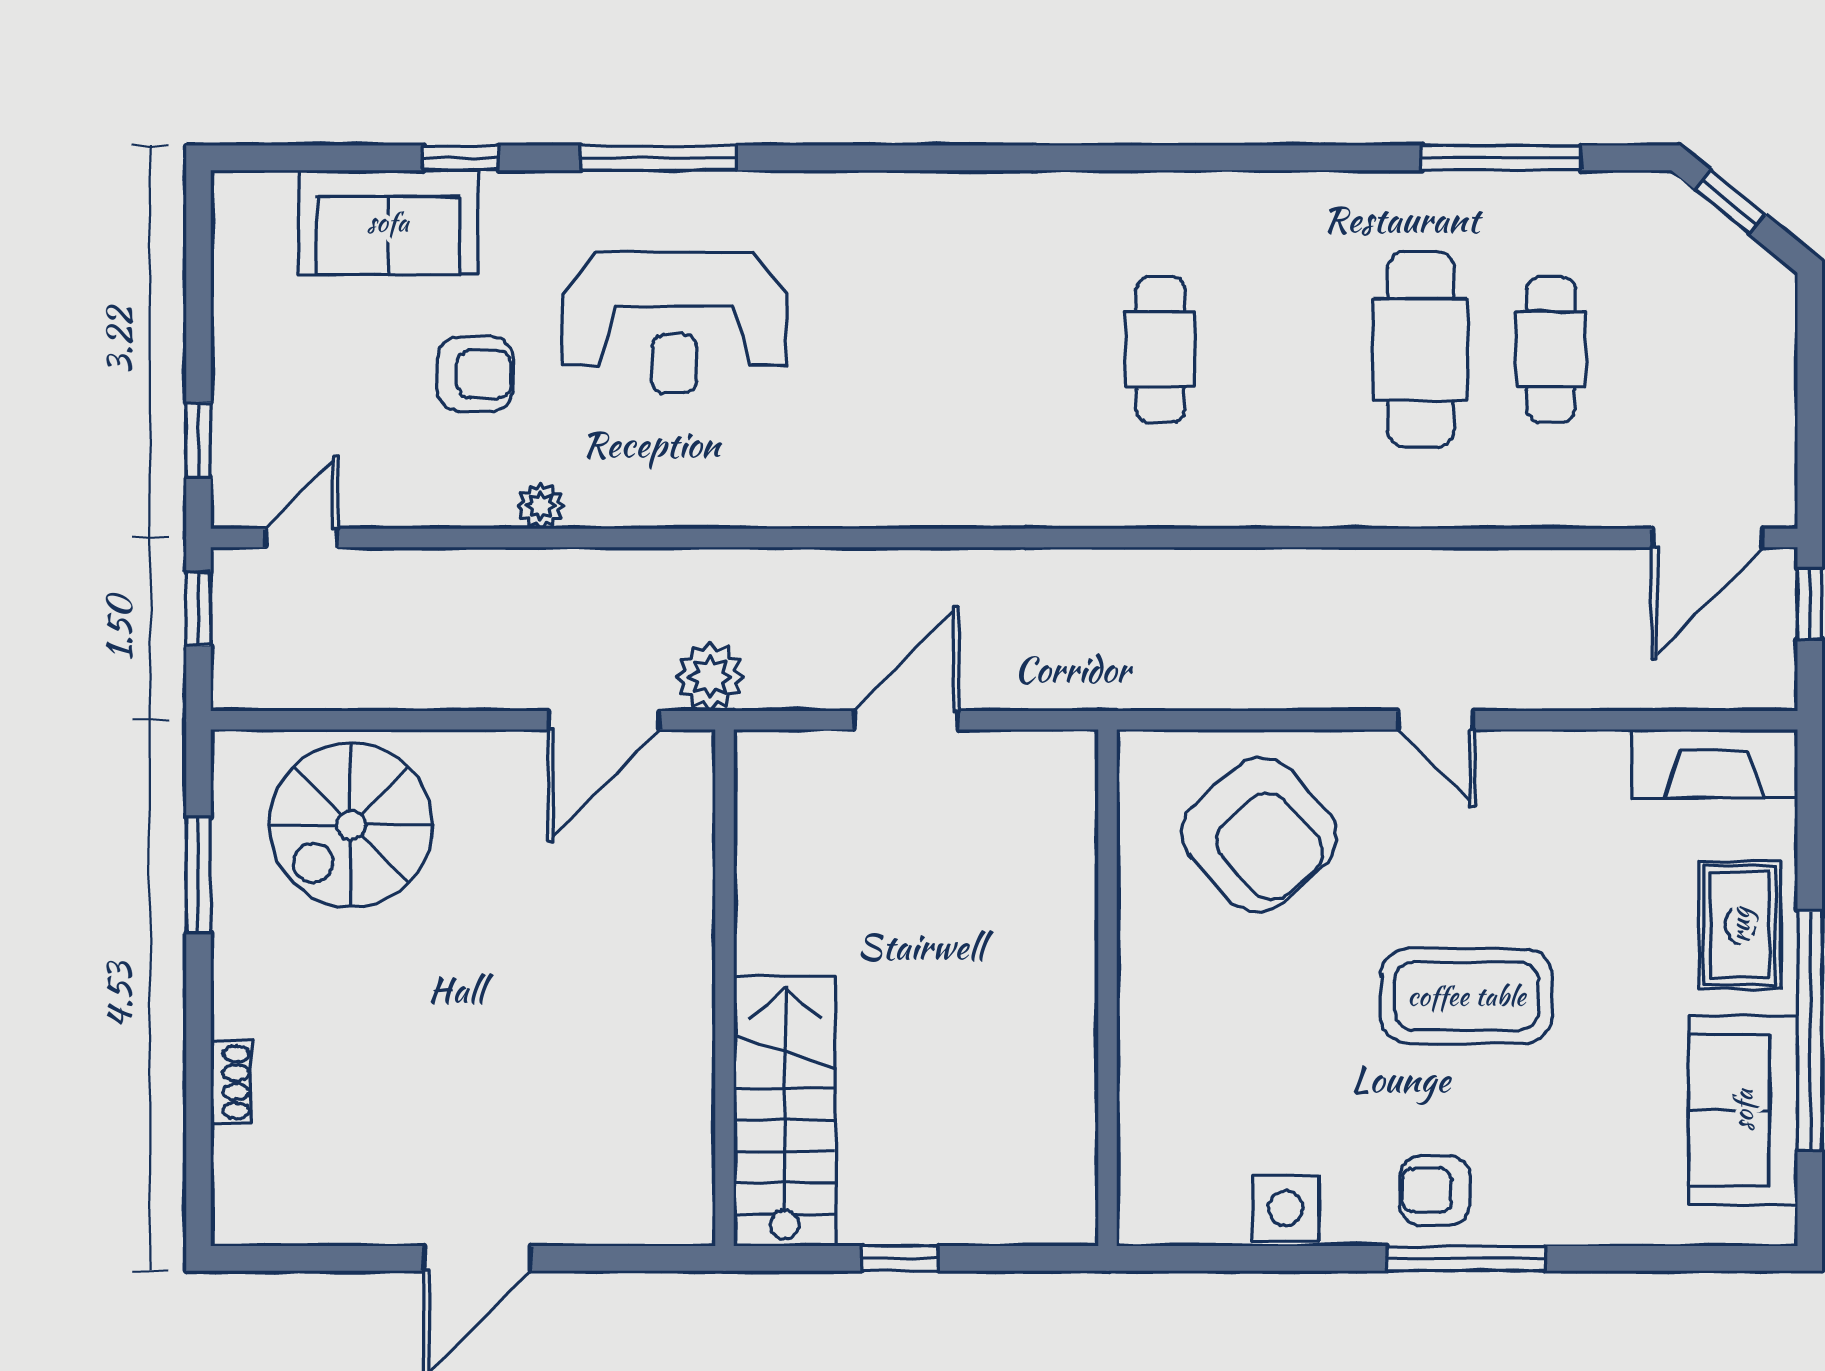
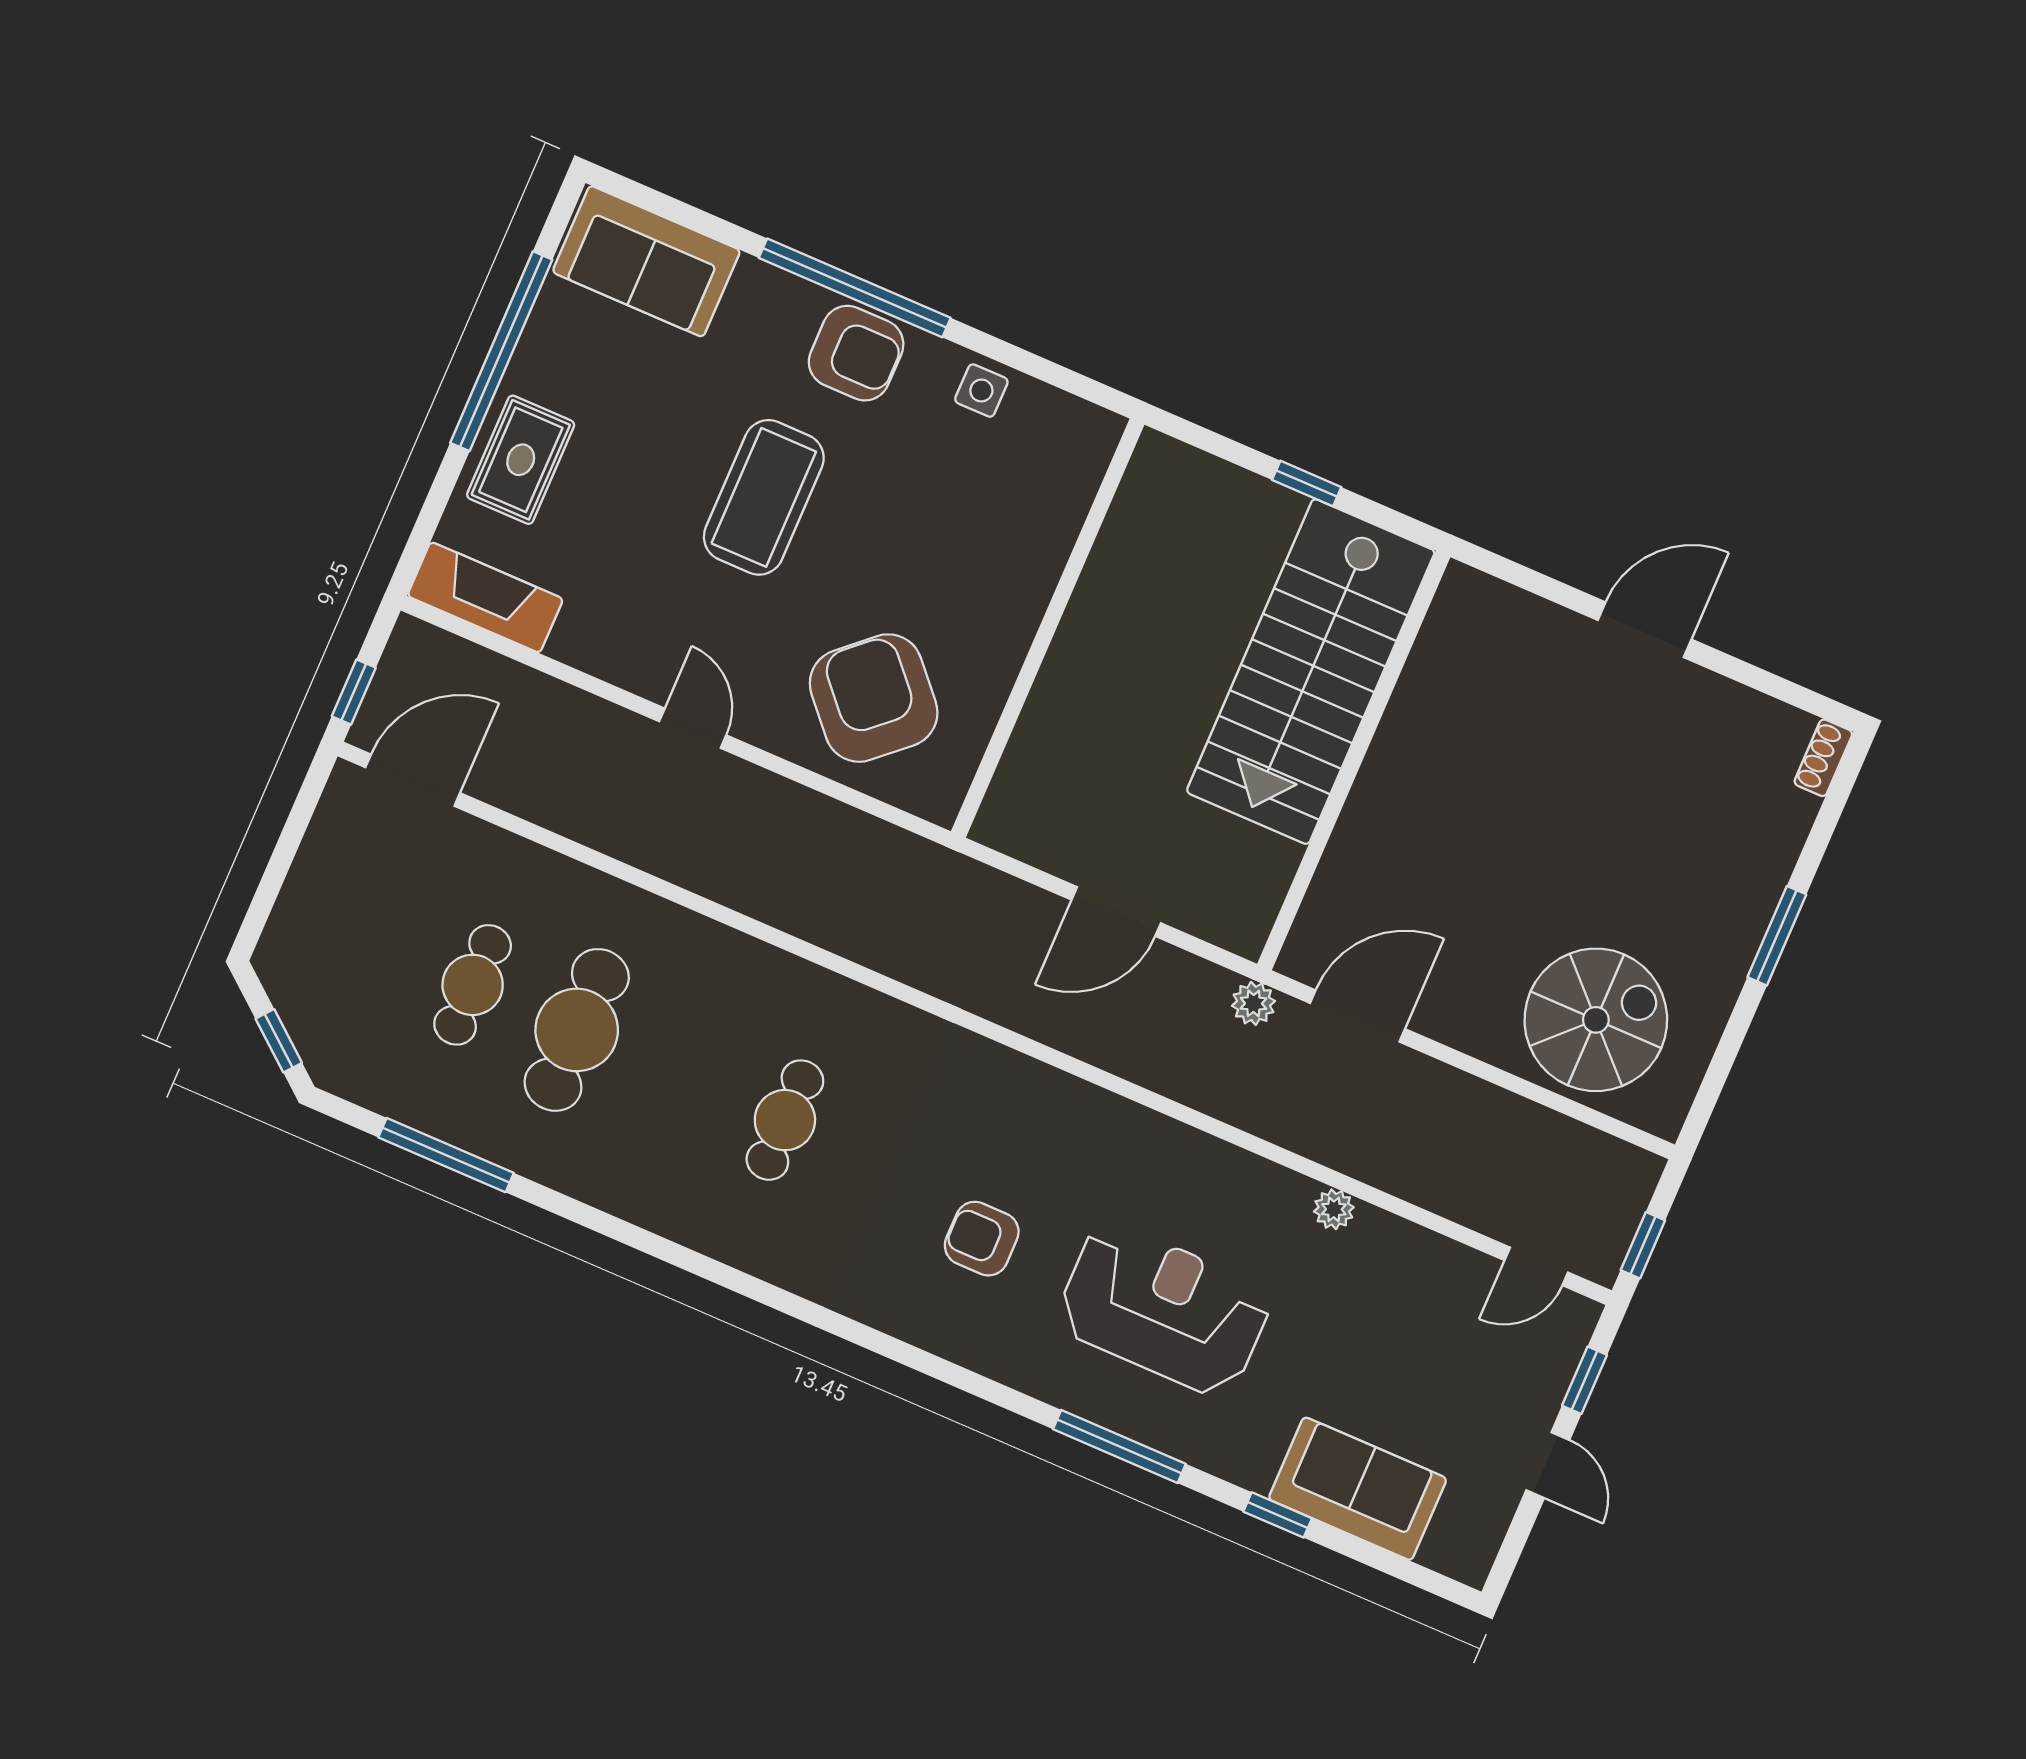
door: (199, 334) -> (1548, 1465), added
armchair: (475, 374) -> (982, 1239), moved
plant: (710, 677) -> (1253, 1003), width x0.73, depth x0.73
window: (199, 875) -> (1777, 936), moved
coffee table: (1466, 996) -> (764, 497), turned 90
shoe rack: (231, 1082) -> (1823, 758), moved
sofa: (1743, 1110) -> (646, 261), moved, turned 90
stairs: (785, 1111) -> (1311, 672), width x1.36, depth x1.51
armchair: (1435, 1190) -> (856, 353), width x1.38, depth x1.38
side table: (1286, 1208) -> (981, 391), width x0.73, depth x0.73
window: (1466, 1258) -> (855, 288), width x1.46

